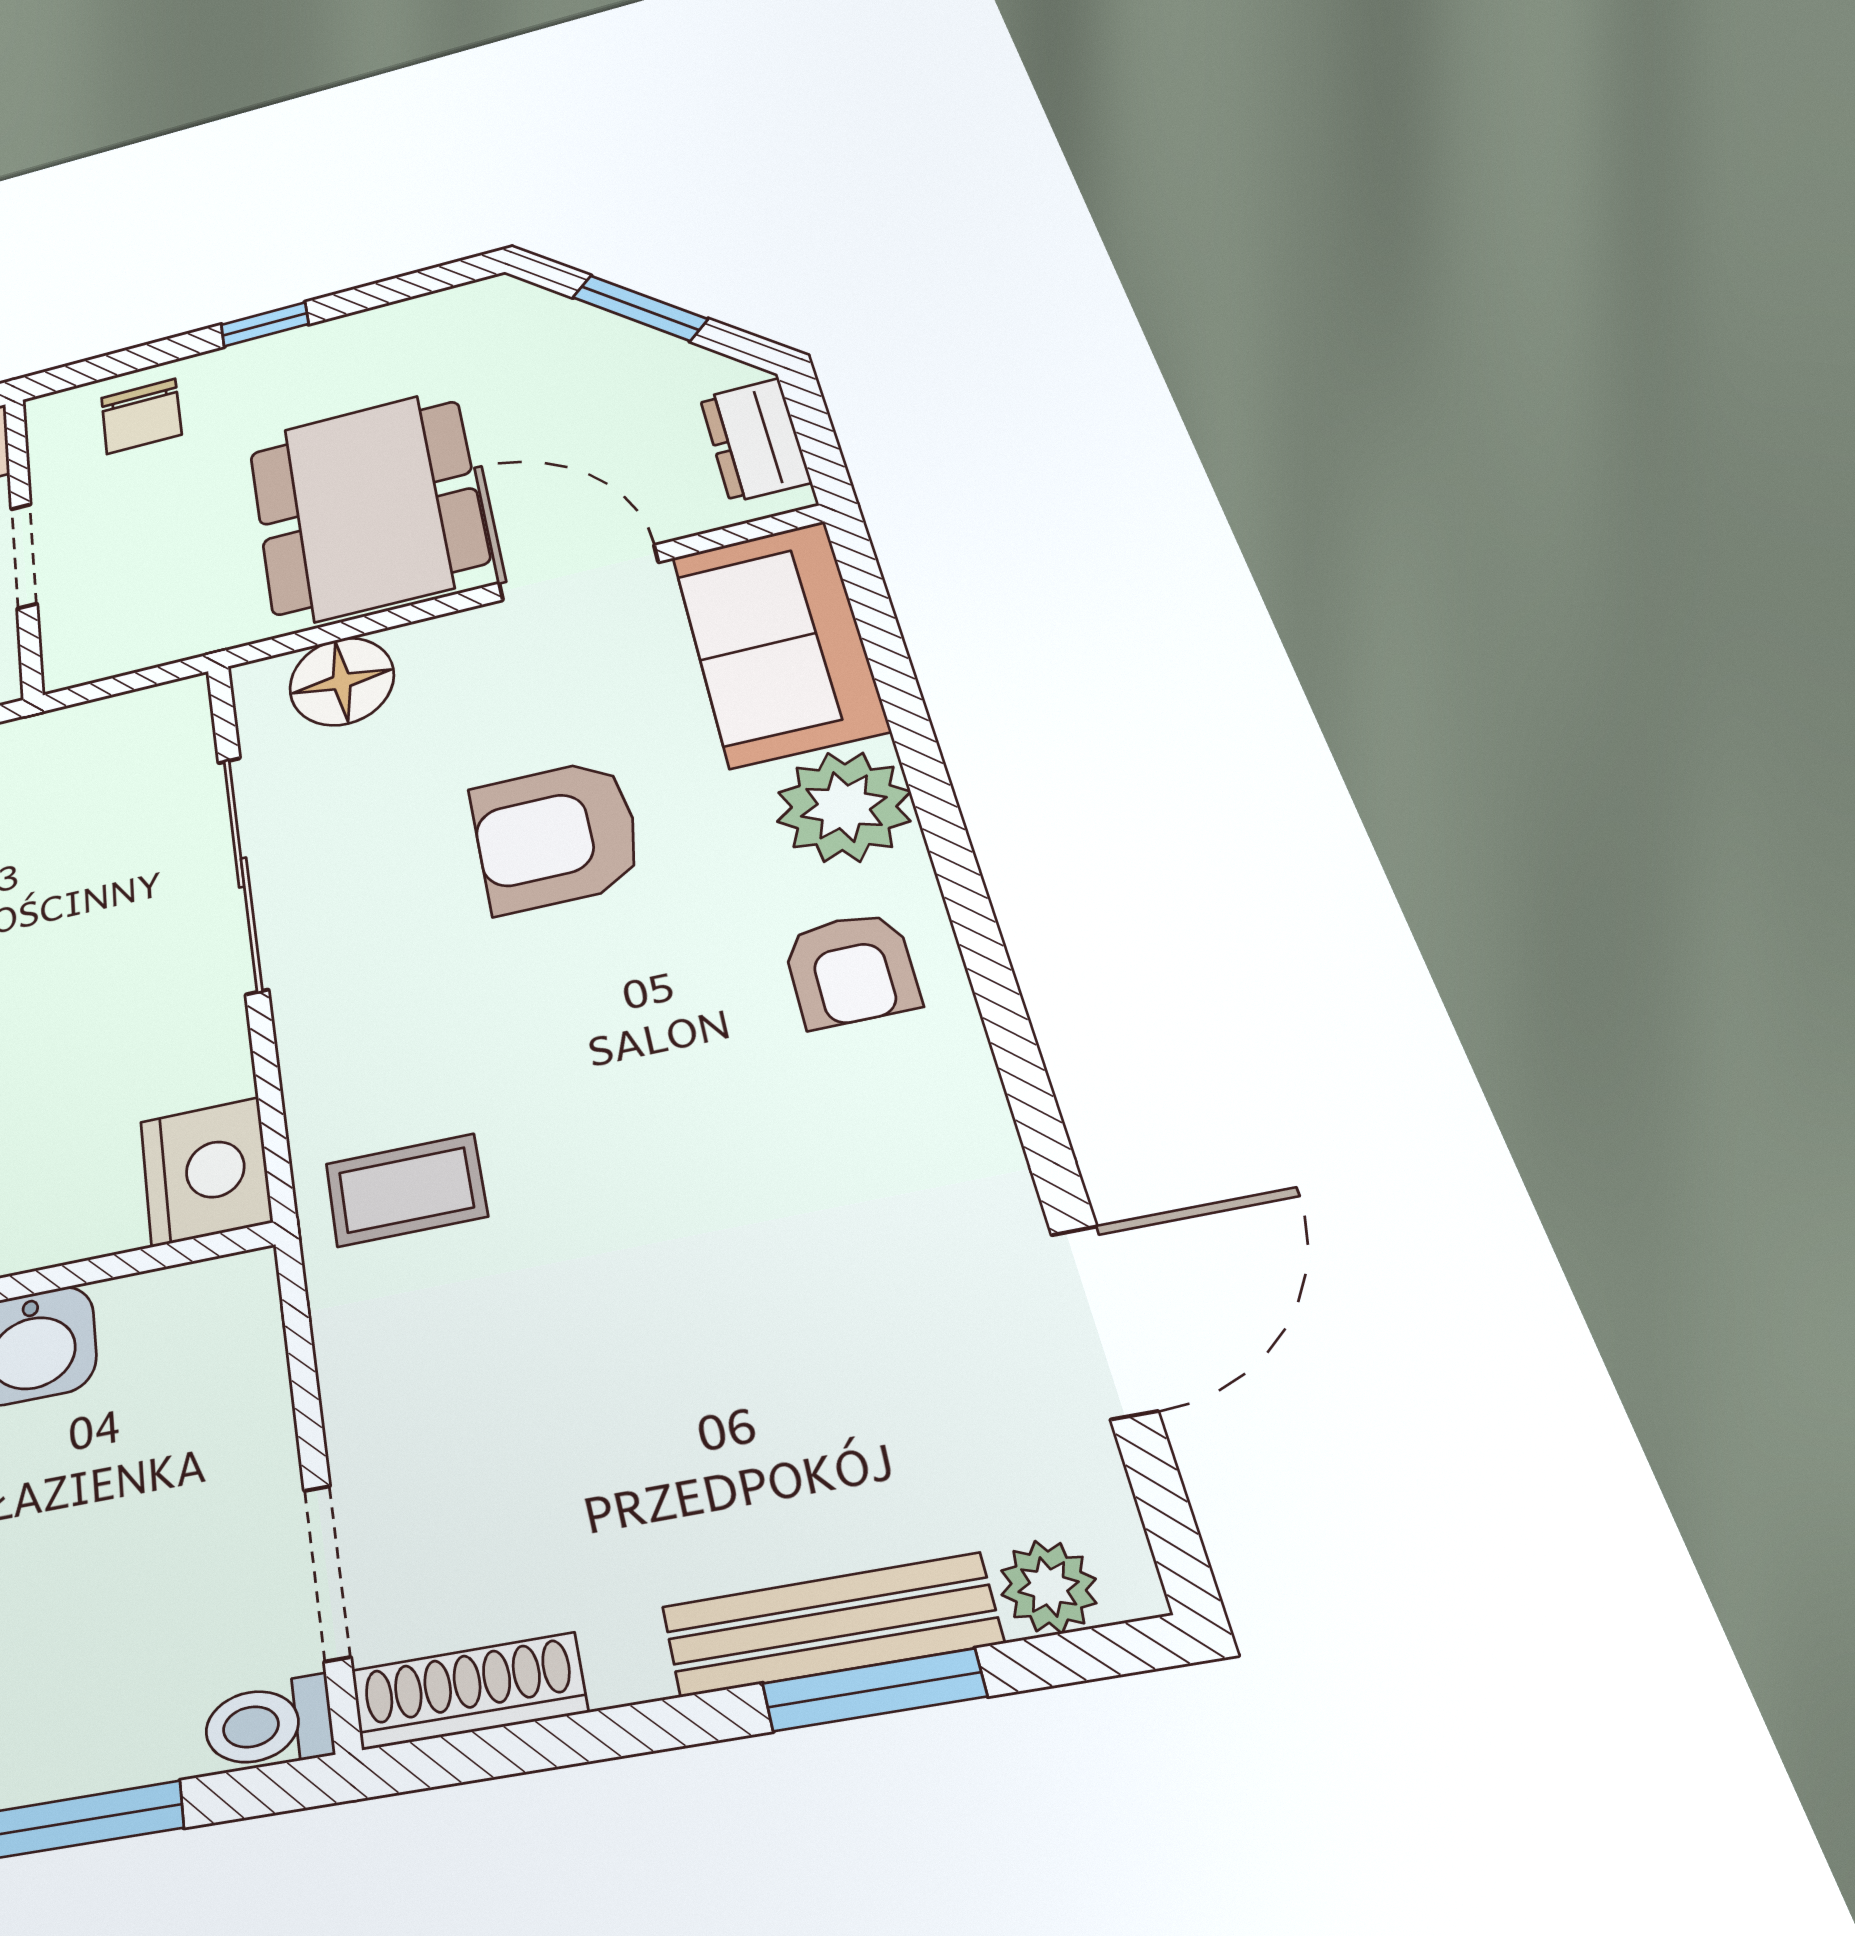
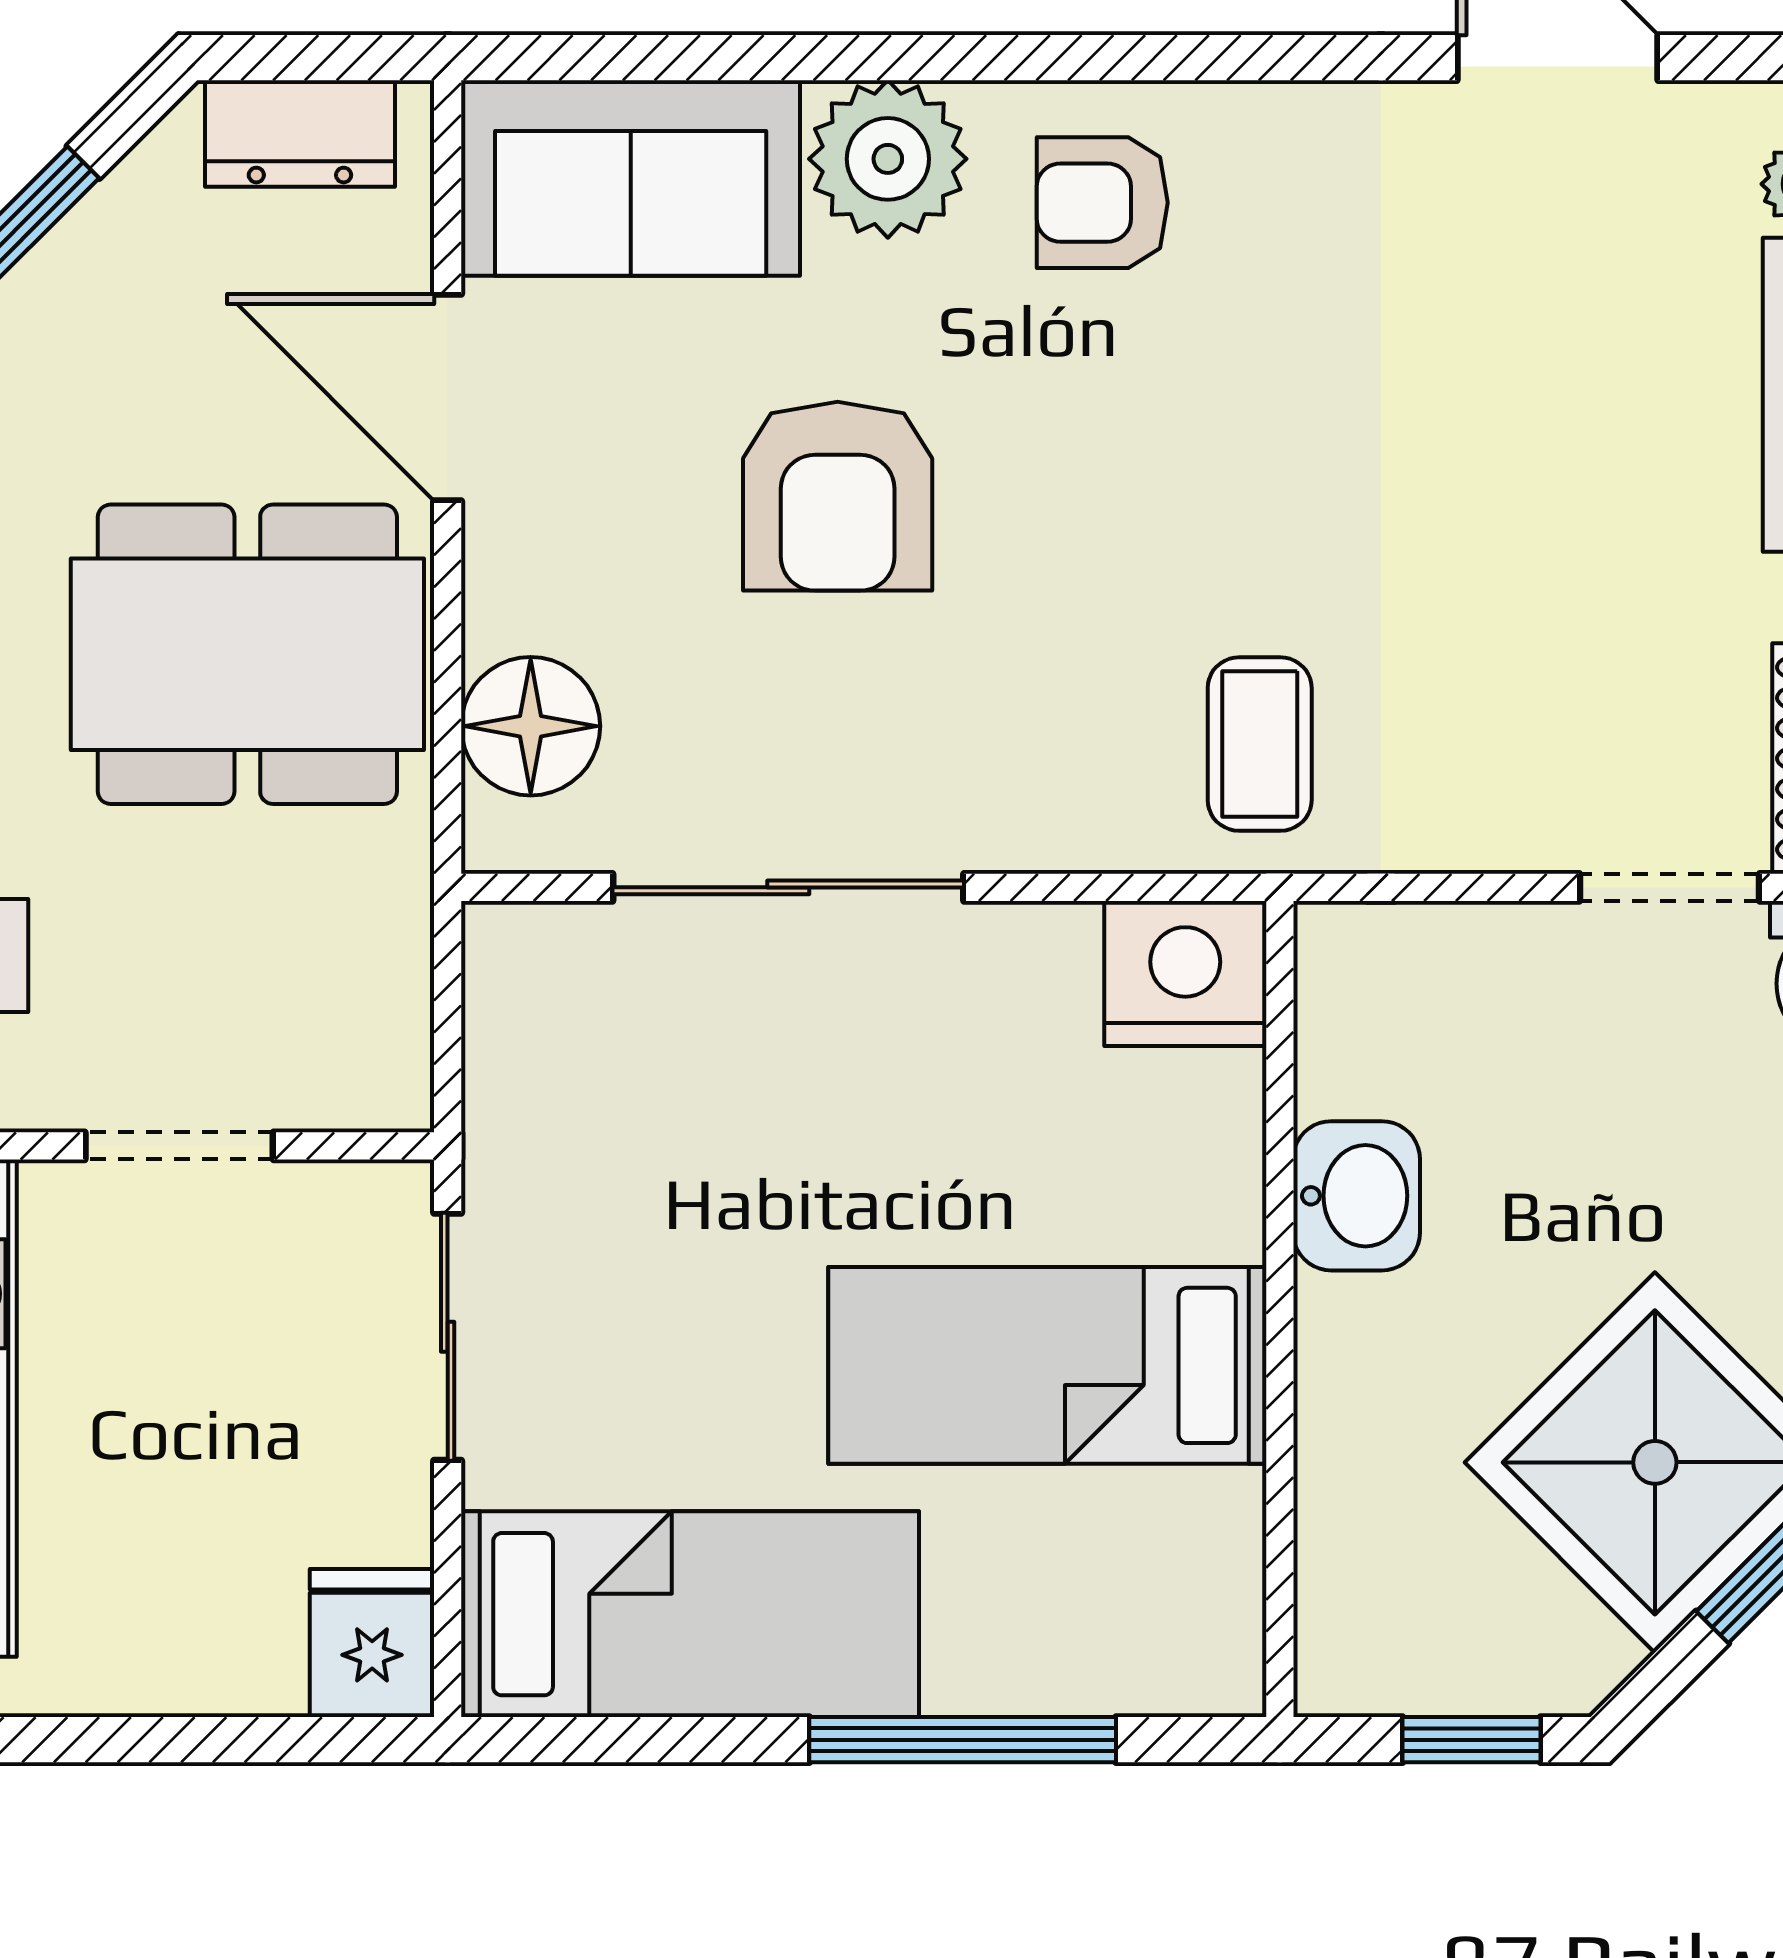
door: (578, 573) -> (448, 397), hinge flipped
armchair: (851, 969) -> (1102, 203), turned 180

